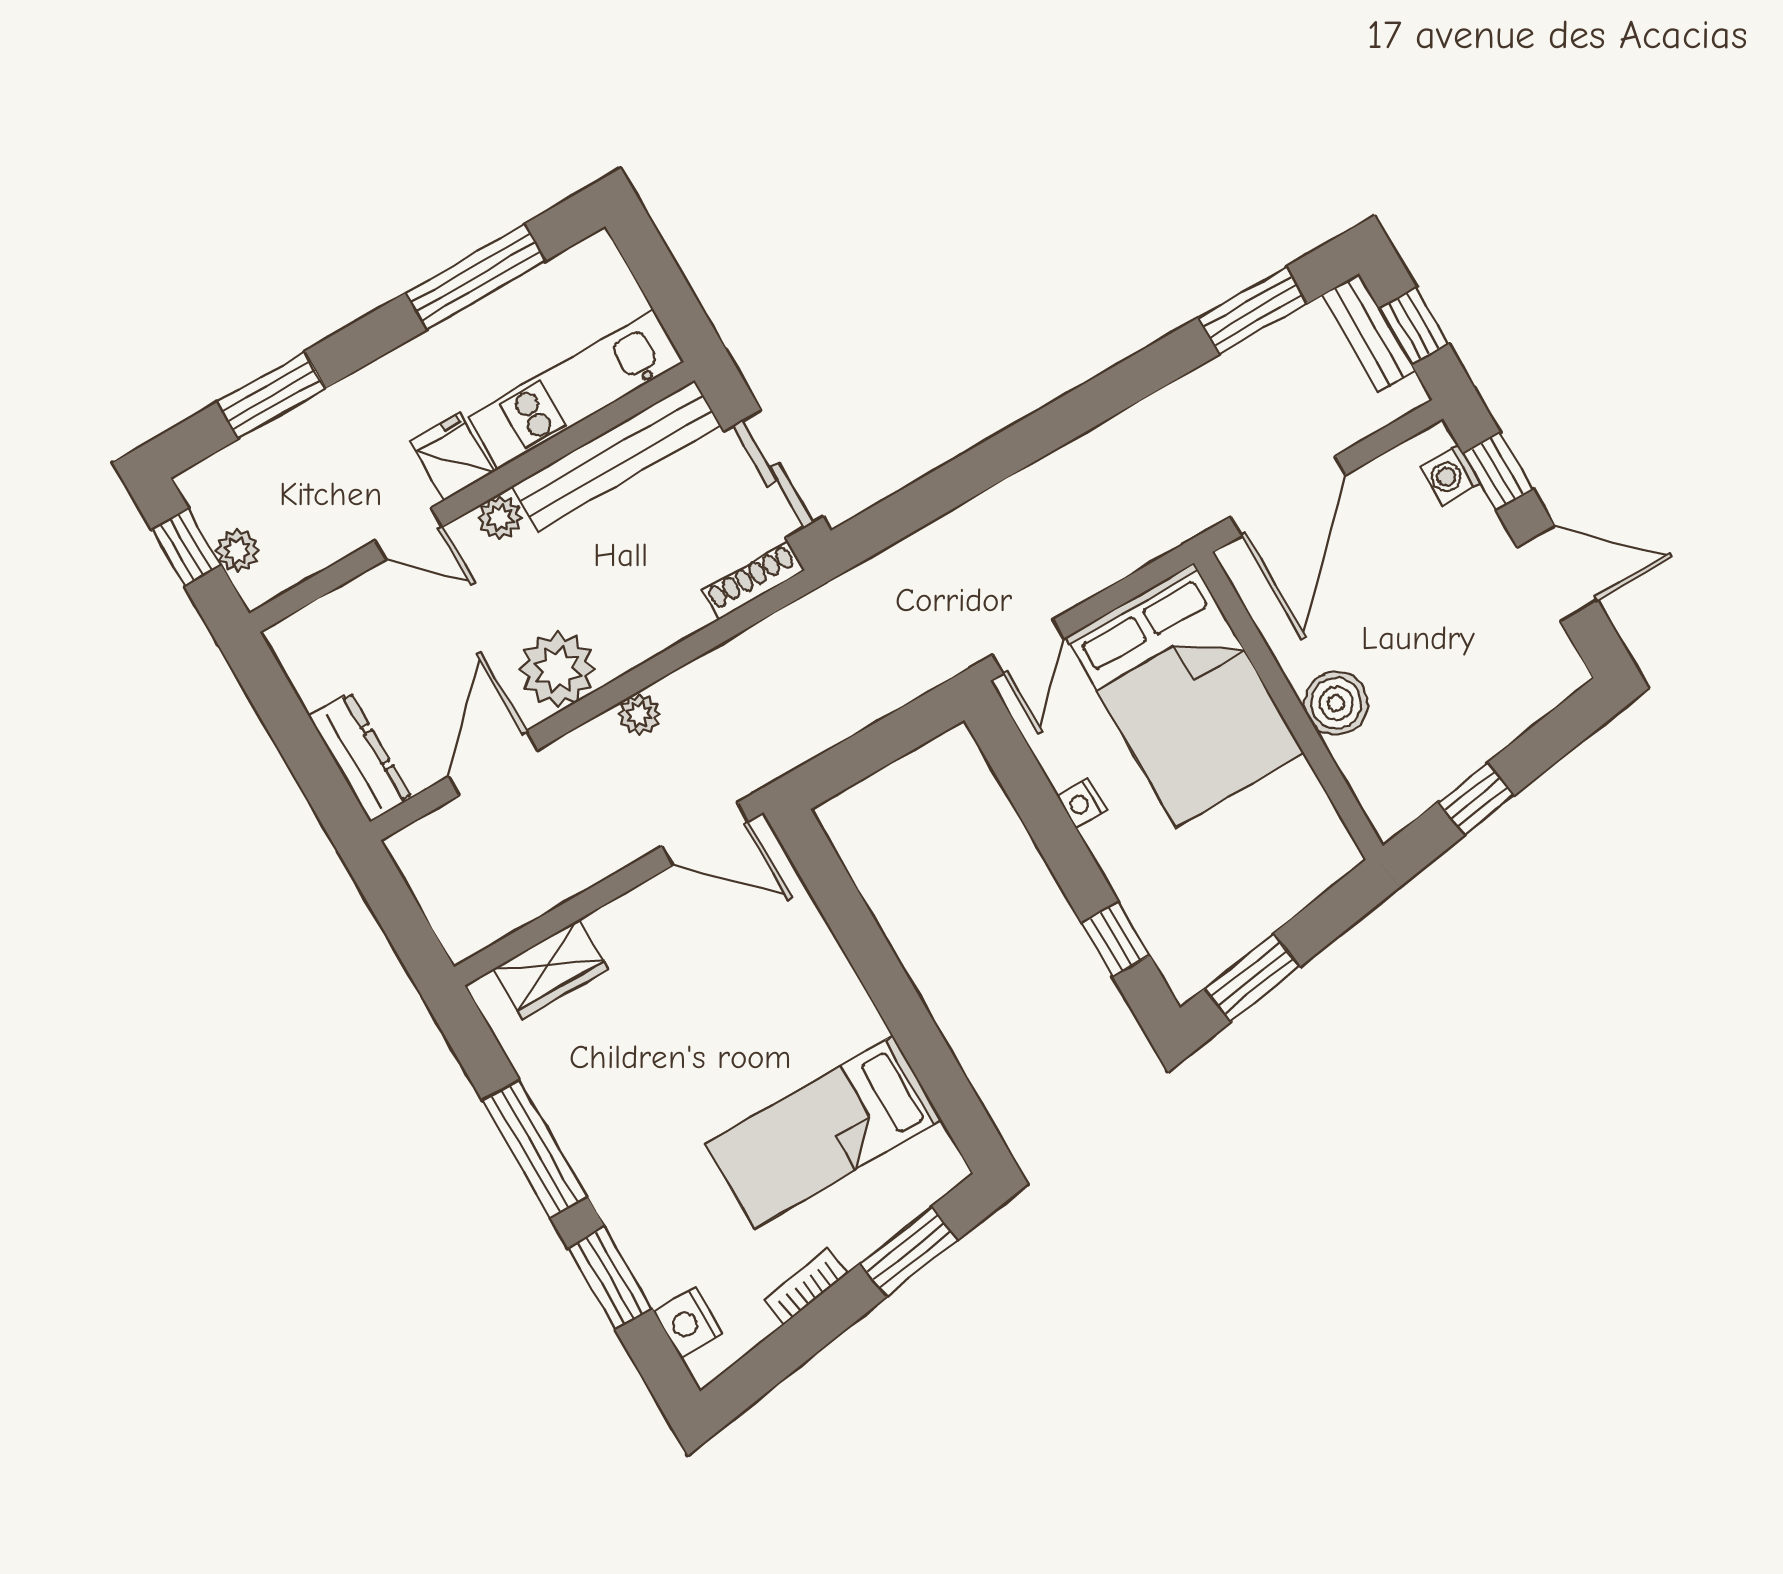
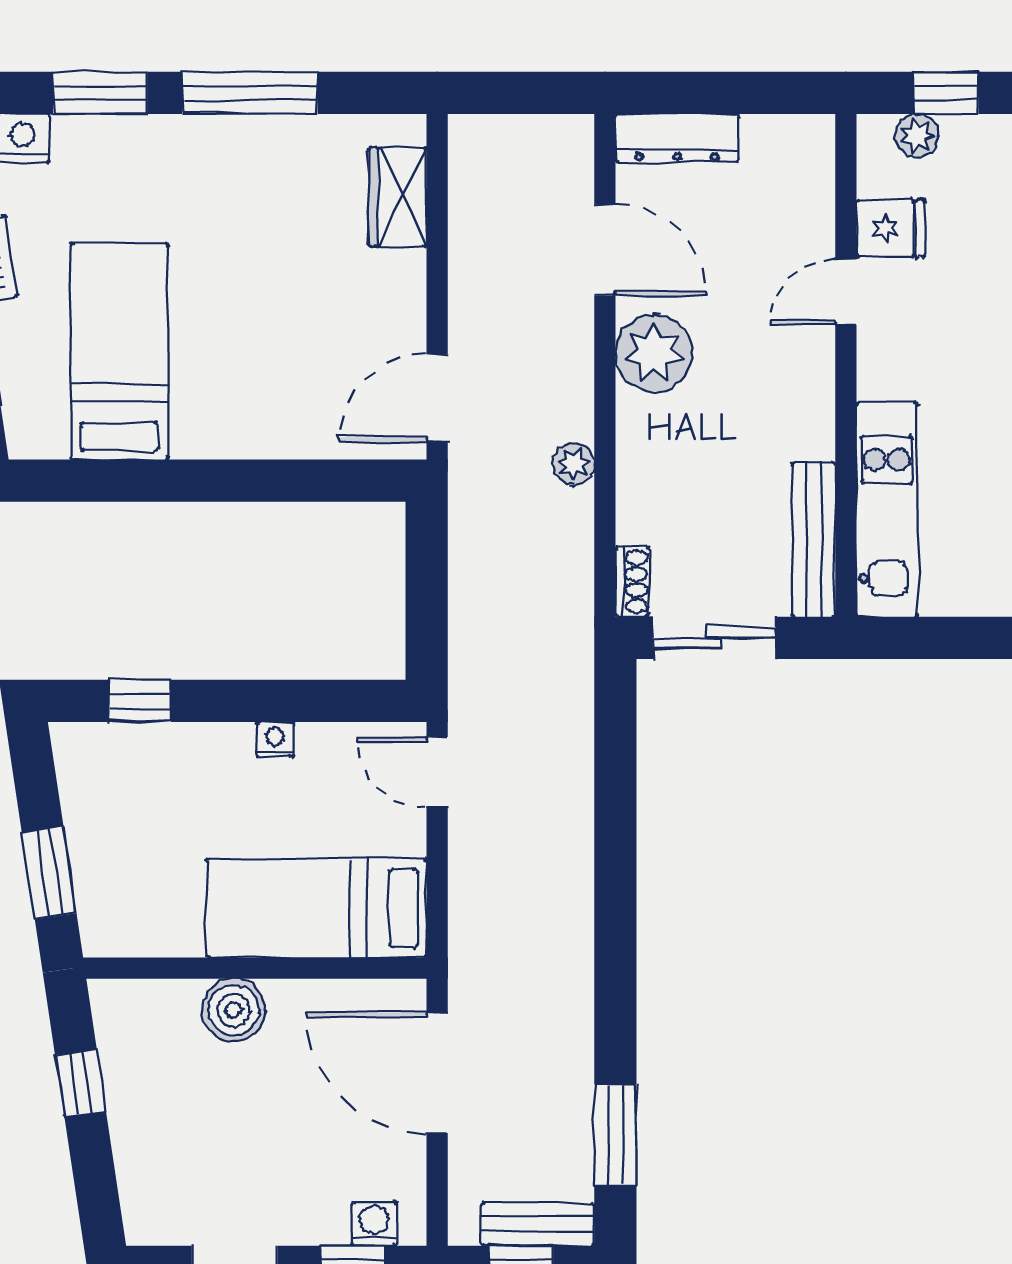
bench: (616, 456) -> (814, 539), width x0.73, depth x0.82
fridge: (452, 457) -> (891, 228), moved
plant: (500, 518) -> (814, 379), removed
shoe rack: (753, 581) -> (632, 582), width x0.70
bed: (1185, 695) -> (317, 908), width x0.67
plant: (639, 714) -> (574, 464), moved
window: (1252, 978) -> (49, 873), moved

